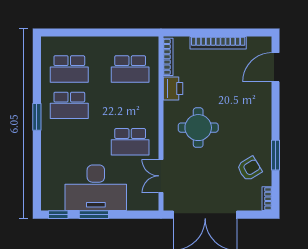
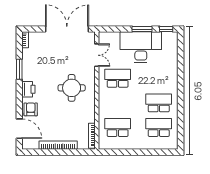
door: (276, 67) -> (19, 129), hinge flipped
printer: (173, 88) -> (28, 89), moved, turned 180
window: (37, 117) -> (181, 95), removed
armchair: (249, 169) -> (31, 109), moved, turned 121

